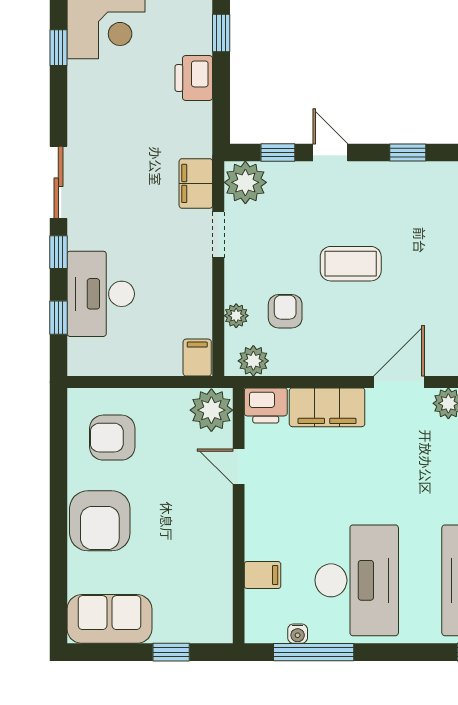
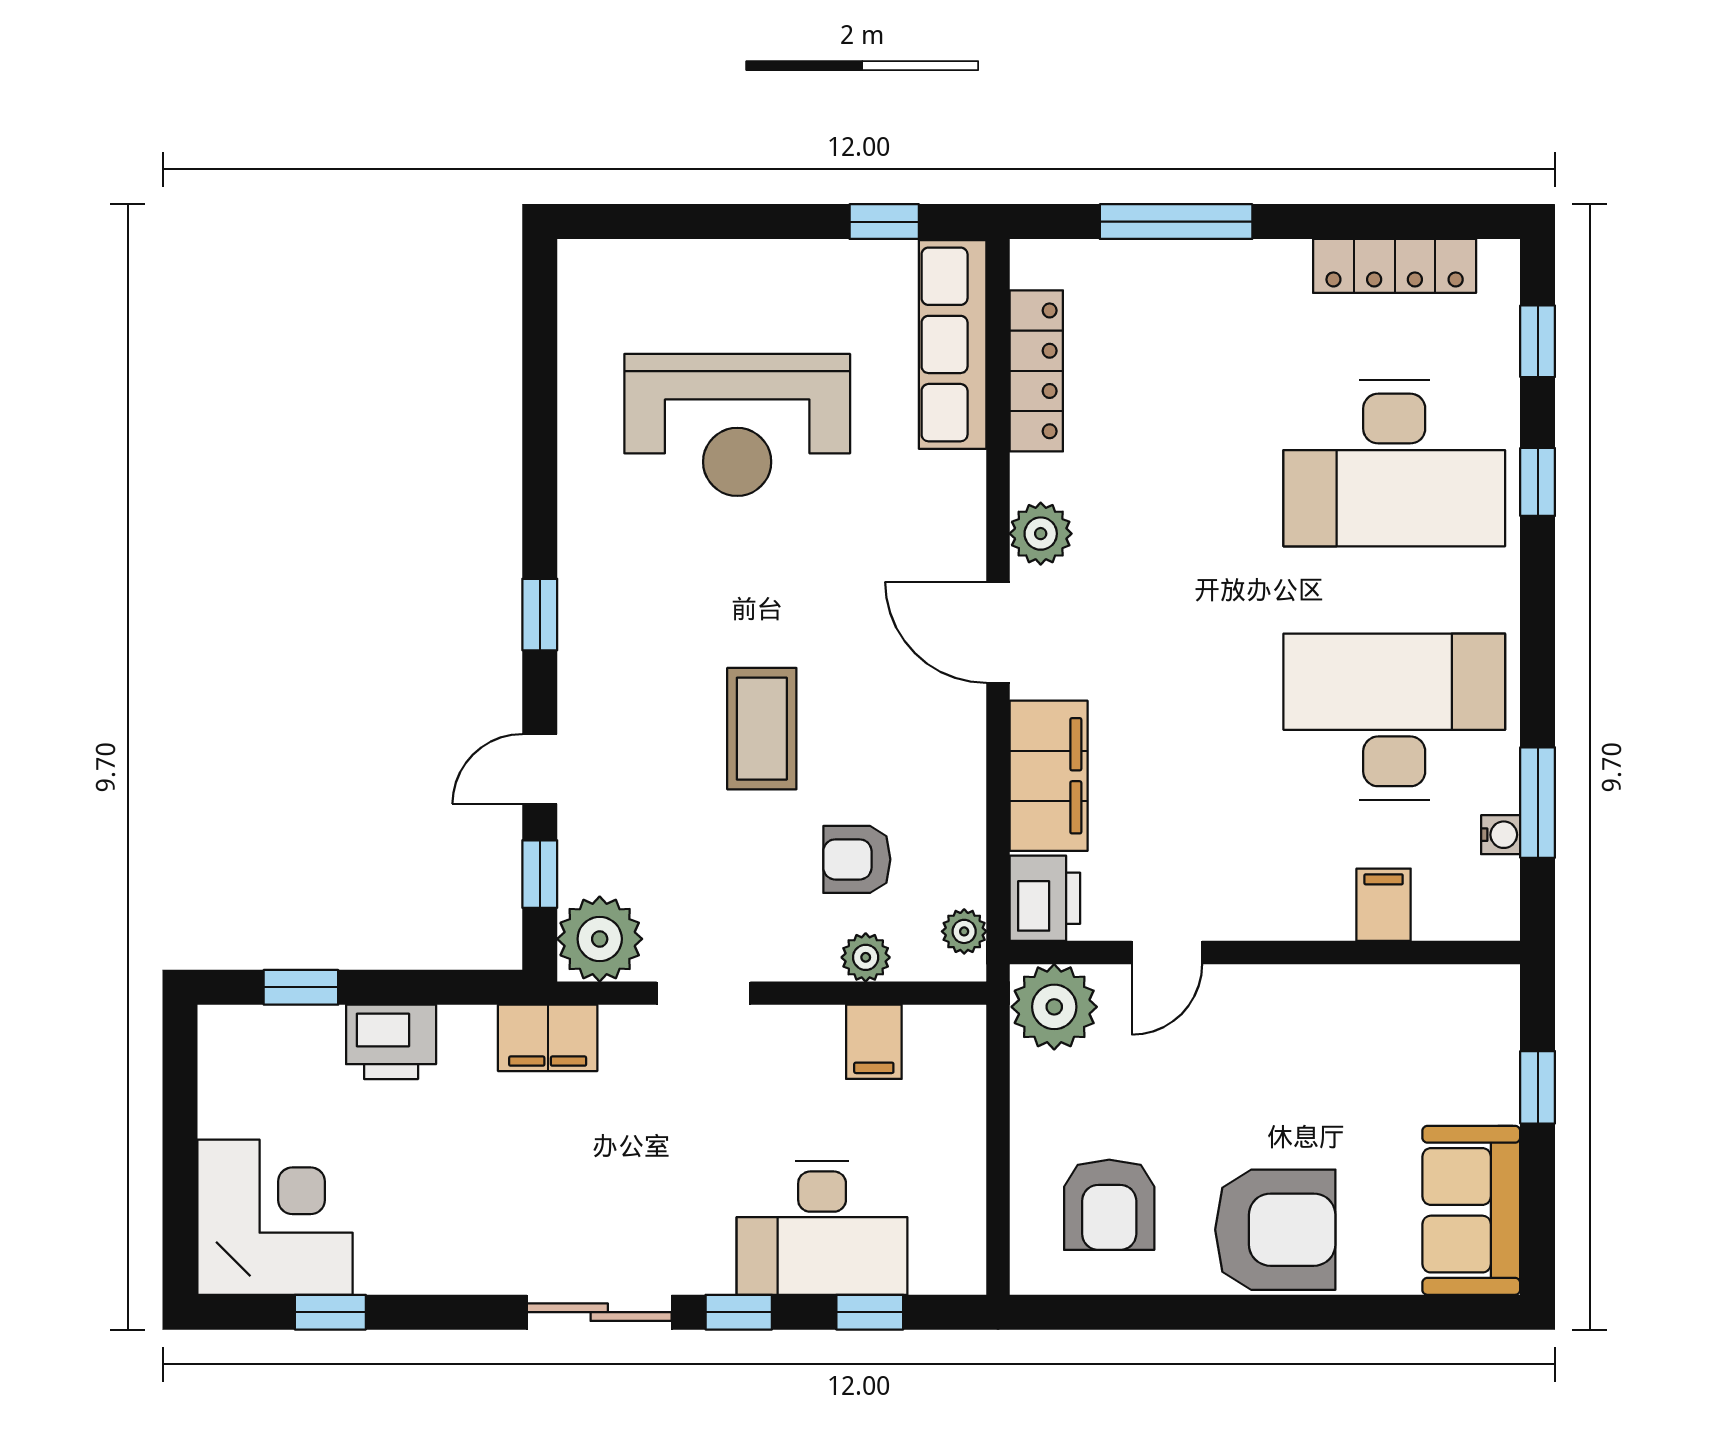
filing cabinet: (196, 183) -> (548, 1038), moved
filing cabinet: (197, 358) -> (874, 1042), moved, turned -90
plant: (253, 361) -> (964, 931), width x0.73, depth x0.73
window: (314, 652) -> (1538, 803), width x0.69

